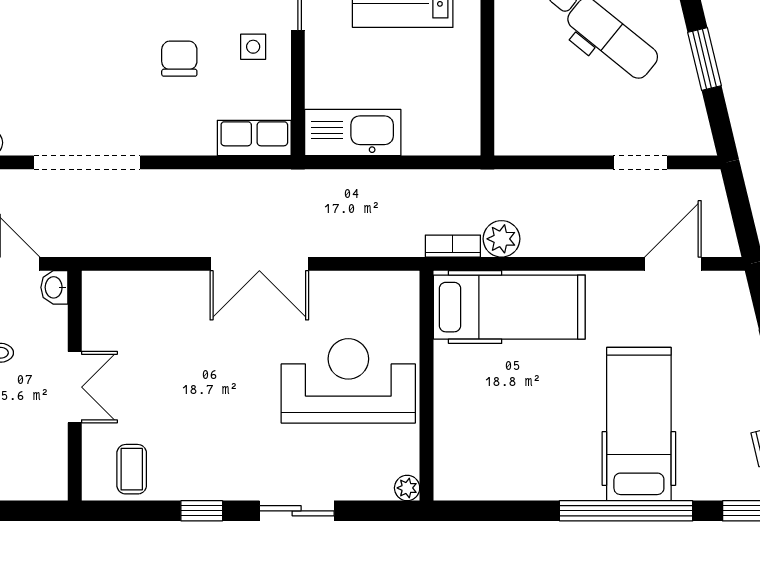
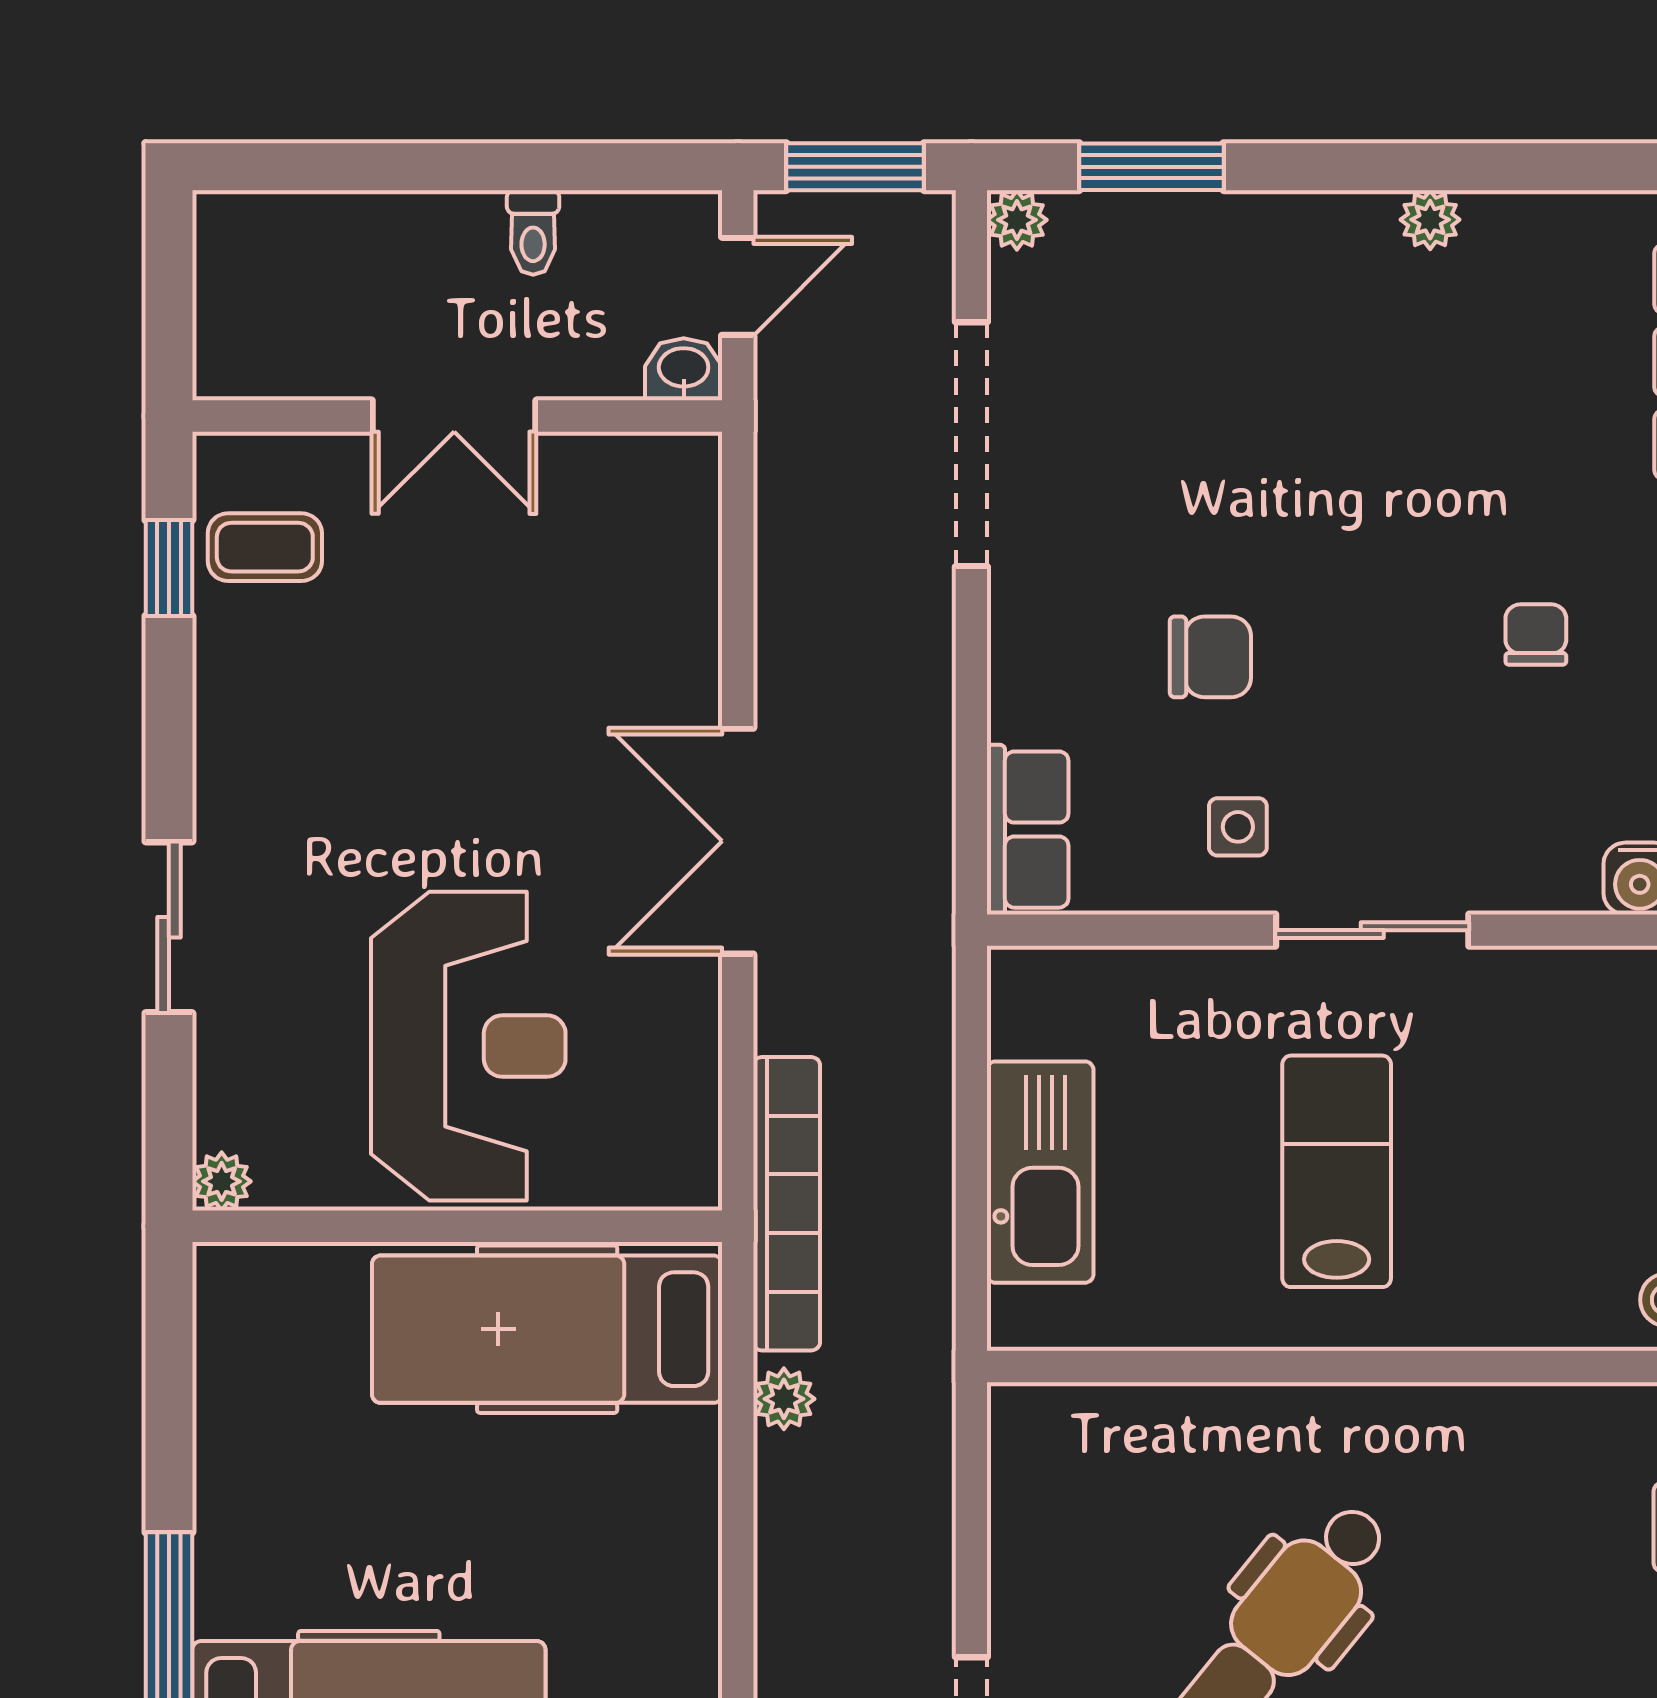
kitchen sink: (353, 133) -> (1040, 1172), moved
plant: (501, 239) -> (784, 1399), width x0.73, depth x0.73
bookcase: (453, 246) -> (787, 1204), width x2.31, depth x1.31
hospital bed: (509, 307) -> (547, 1329), moved, turned 90
window: (202, 511) -> (169, 568), moved

